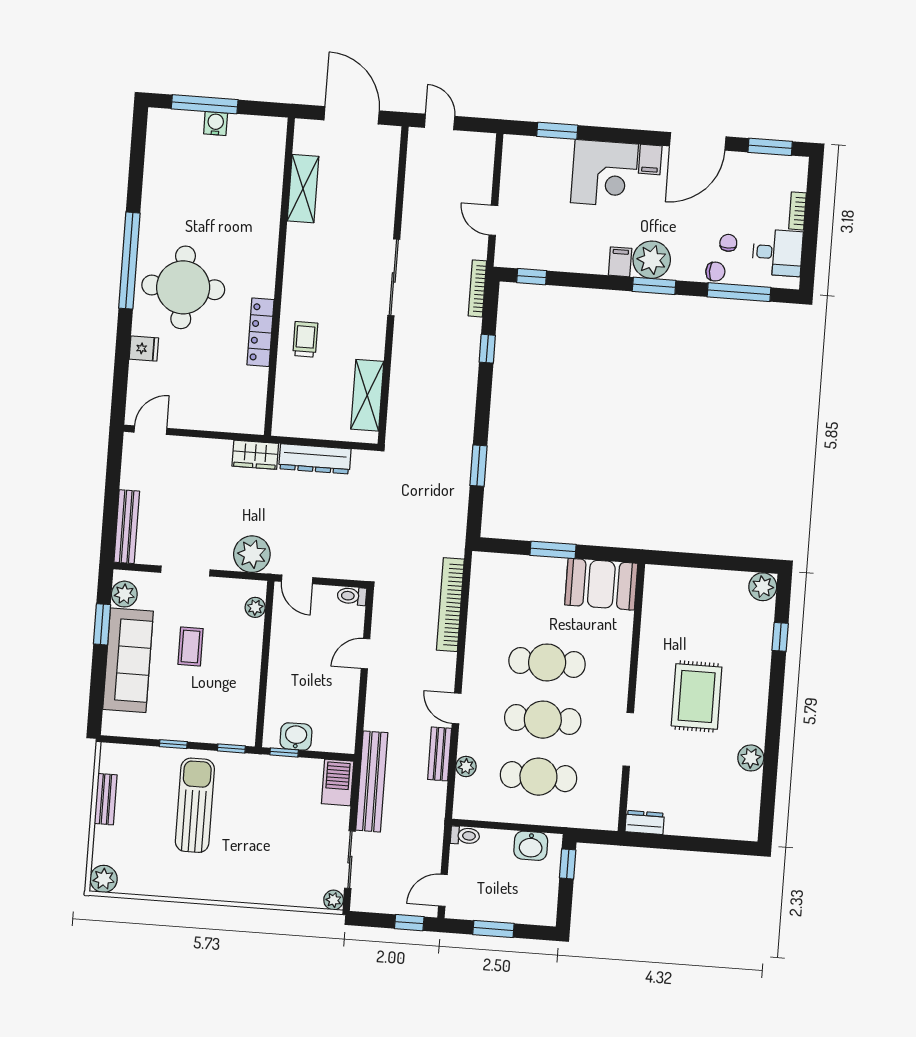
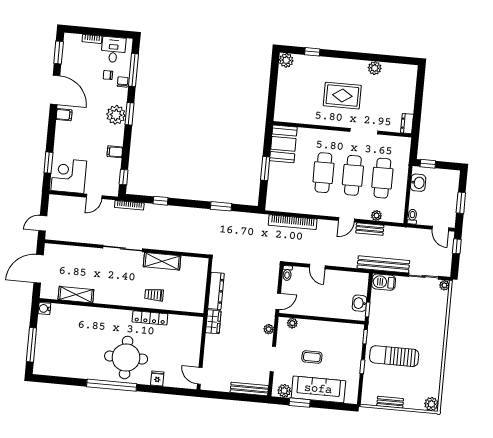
water cooler: (216, 123) -> (44, 309), moved
corner desk: (604, 173) -> (69, 176), moved, turned -90
filing cabinet: (620, 262) -> (115, 152), moved
shelving: (367, 395) -> (162, 261), moved
plant: (252, 554) -> (269, 329), width x0.53, depth x0.53

